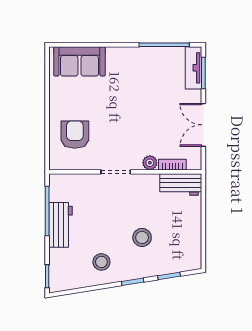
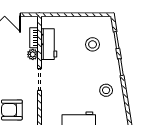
workbench: (181, 184) -> (49, 44), moved
stool: (142, 237) -> (93, 44), moved

